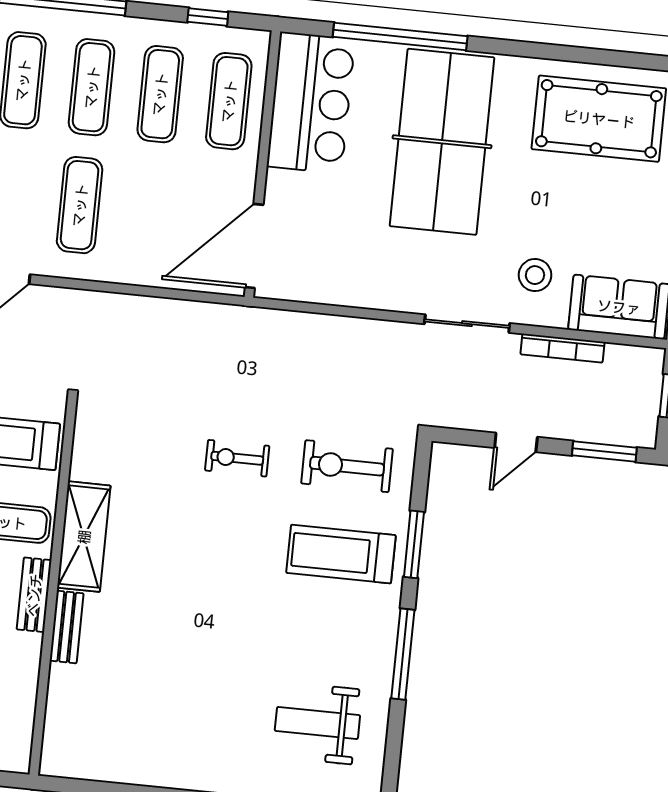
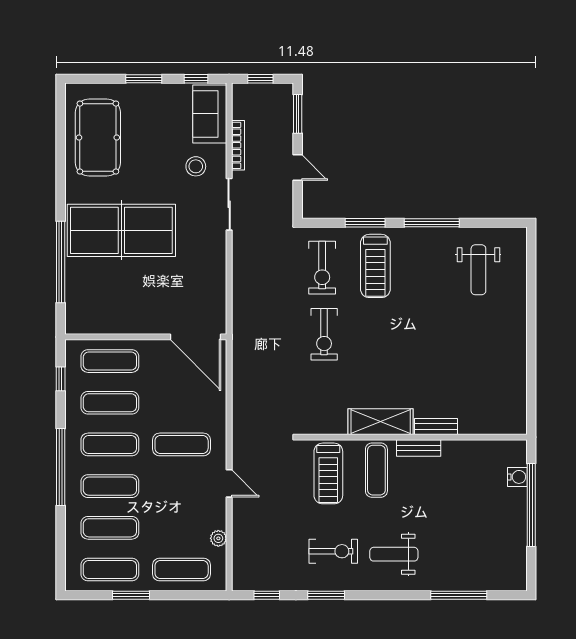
bar counter: (311, 103) -> (106, 312), removed
exercise bike: (237, 458) -> (324, 334), width x1.38, depth x1.39

